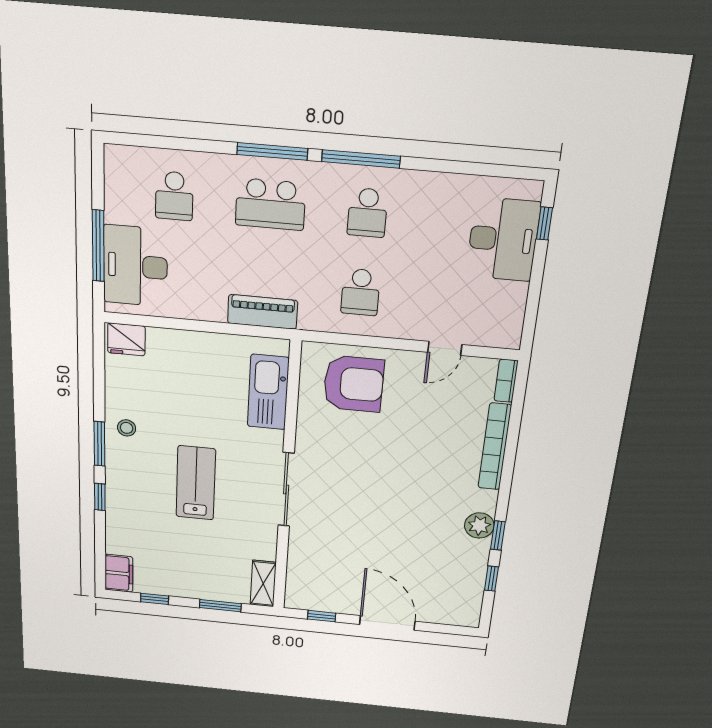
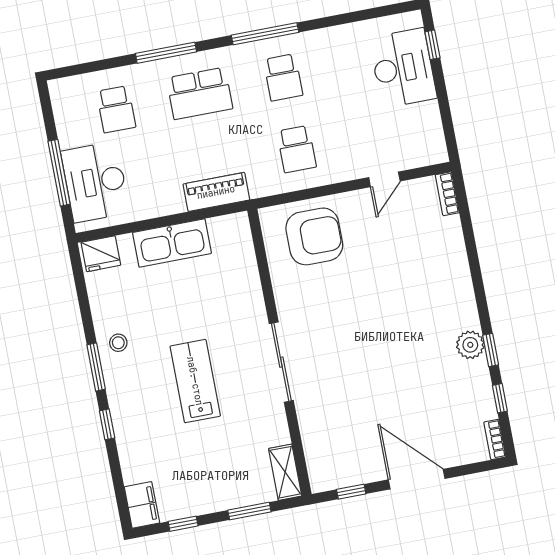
window: (272, 151) -> (166, 53), moved
kitchen sink: (268, 392) -> (172, 243), moved, turned -90
bookcase: (495, 447) -> (495, 440), moved, width x0.43, depth x0.76

